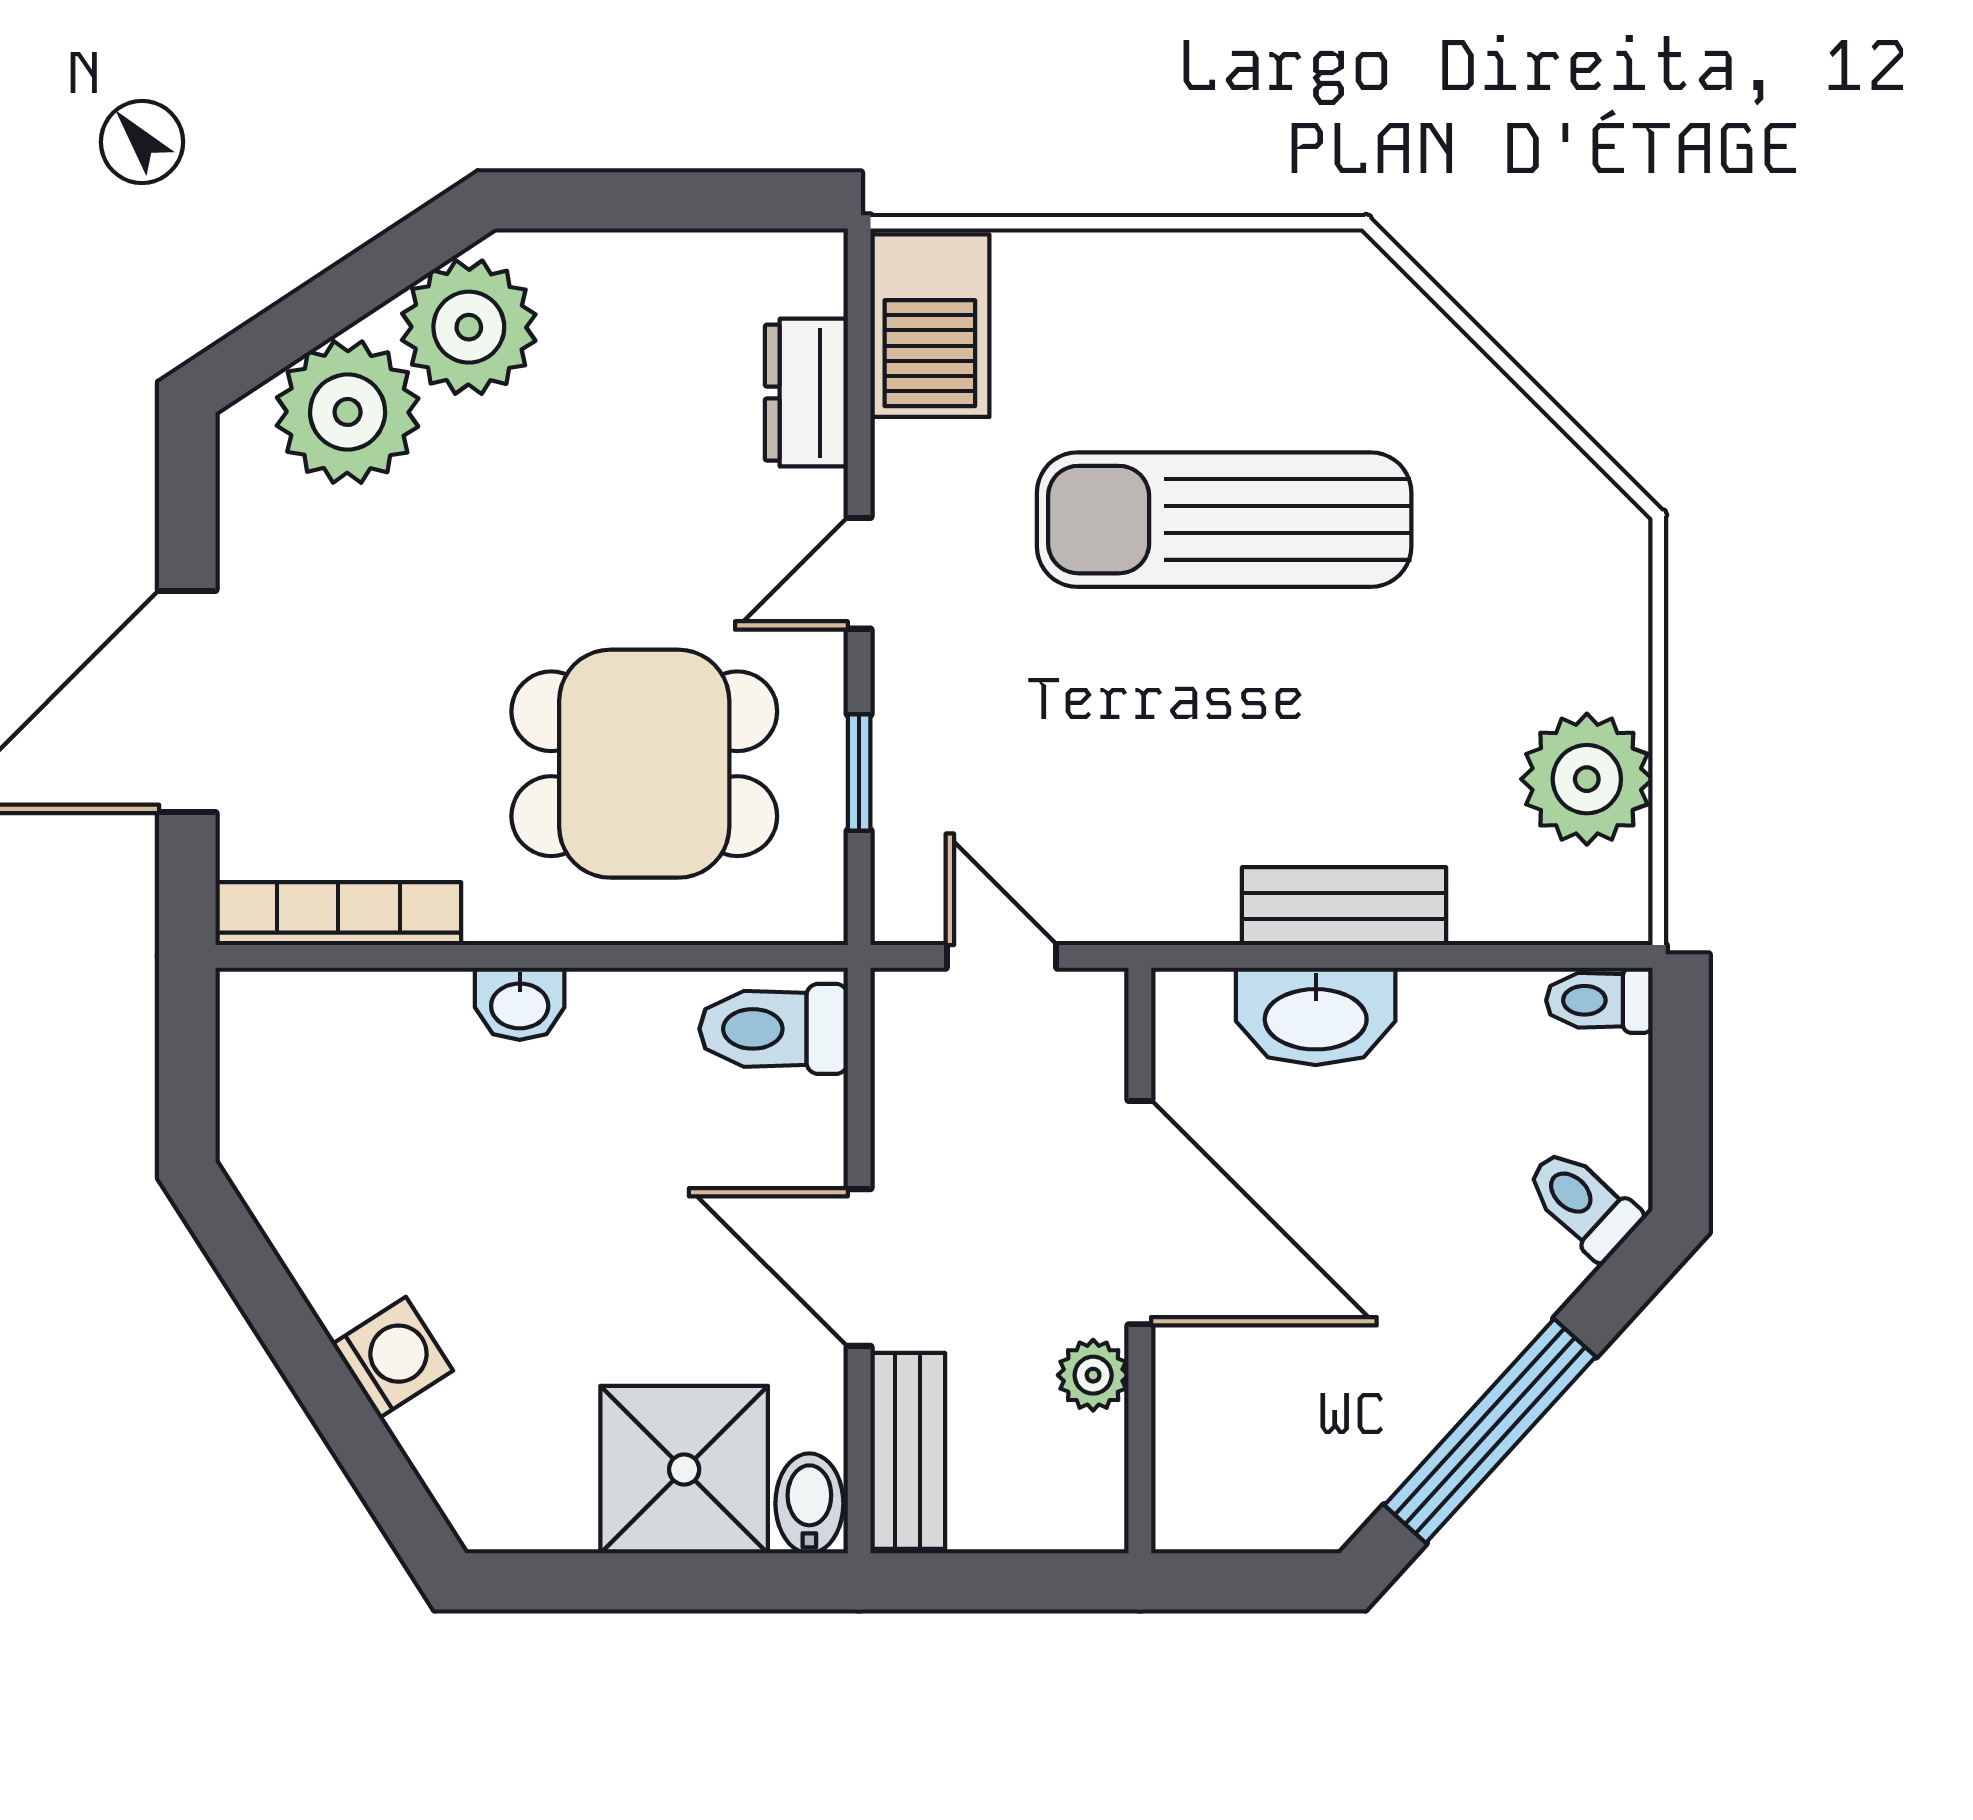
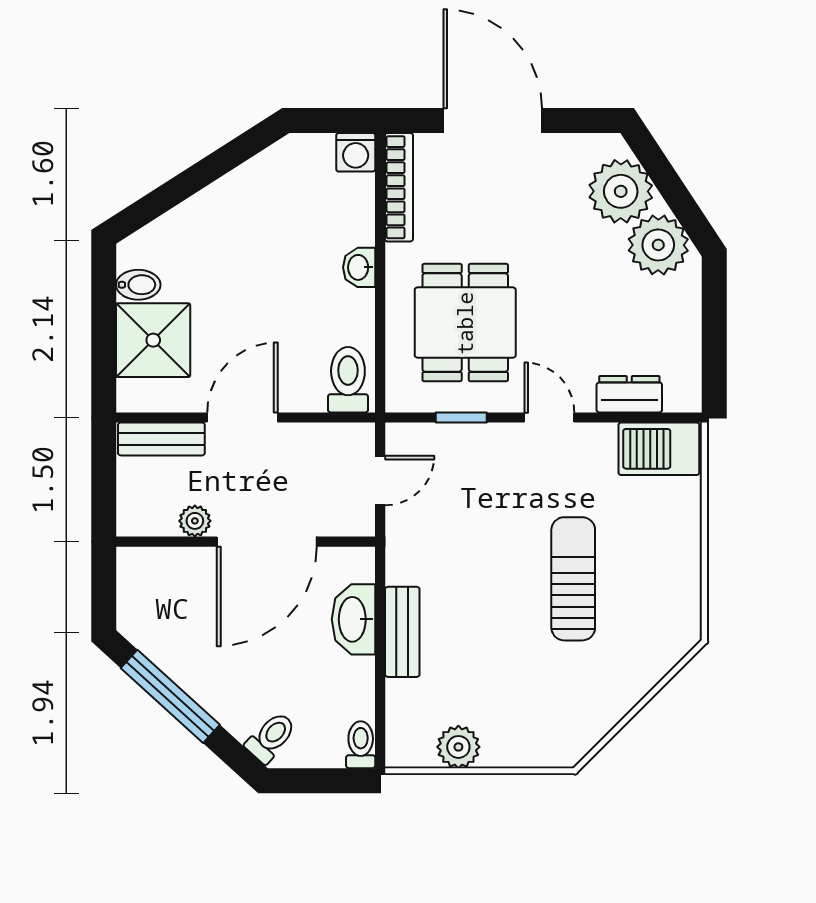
sun lounger: (1224, 520) -> (573, 579), width x0.73, depth x0.75
plant: (1587, 779) -> (458, 747), width x0.73, depth x0.73
washing machine: (393, 1357) -> (356, 152), moved, turned 33
bidet: (809, 1503) -> (138, 285), moved

